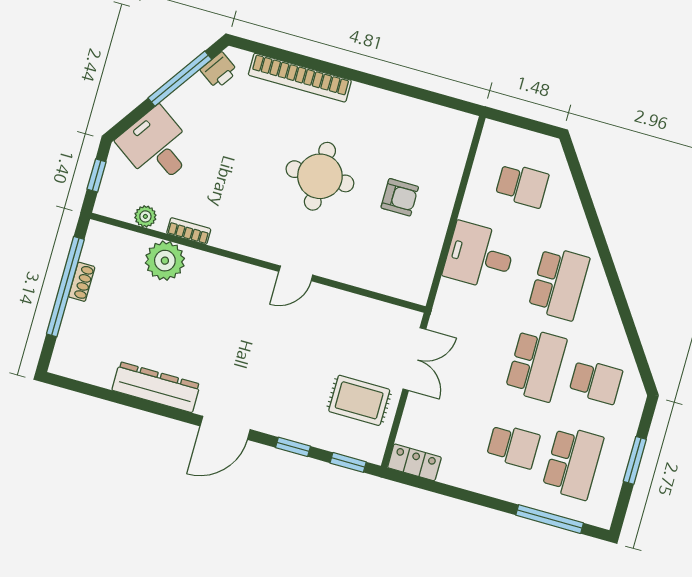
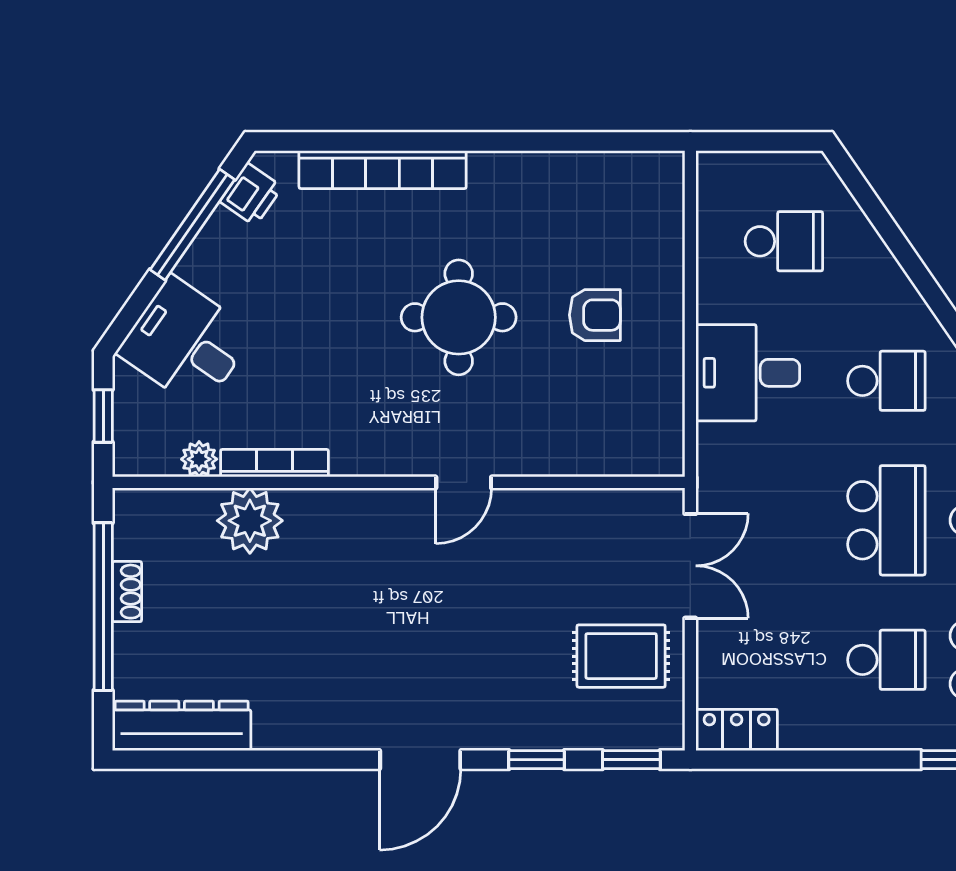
bookcase: (189, 231) -> (274, 463), width x1.56
school desk: (559, 283) -> (886, 381), width x0.54
dresser: (156, 387) -> (182, 726), moved

